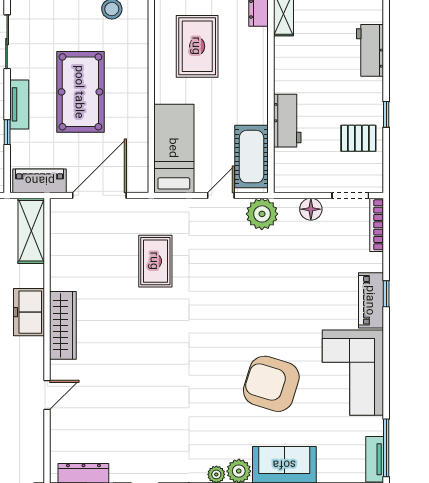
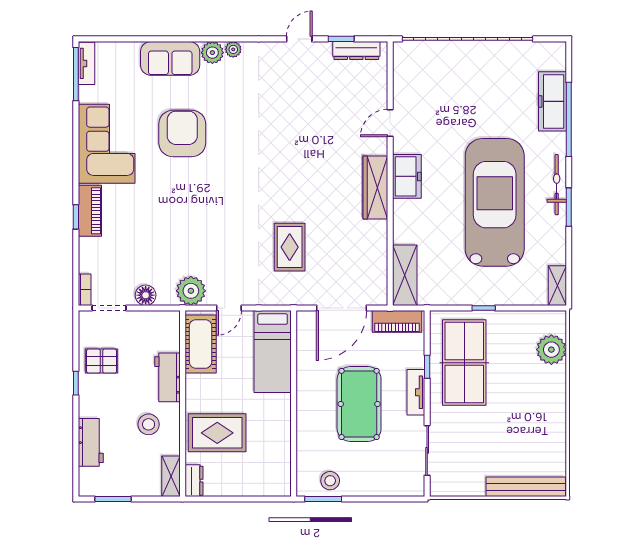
rug: (197, 46) -> (217, 433), moved, turned 90
stool: (308, 70) -> (149, 424), added
bookcase: (377, 225) -> (85, 290), width x0.64
freezer: (29, 312) -> (407, 176), moved
armchair: (271, 384) -> (182, 133), turned -107

